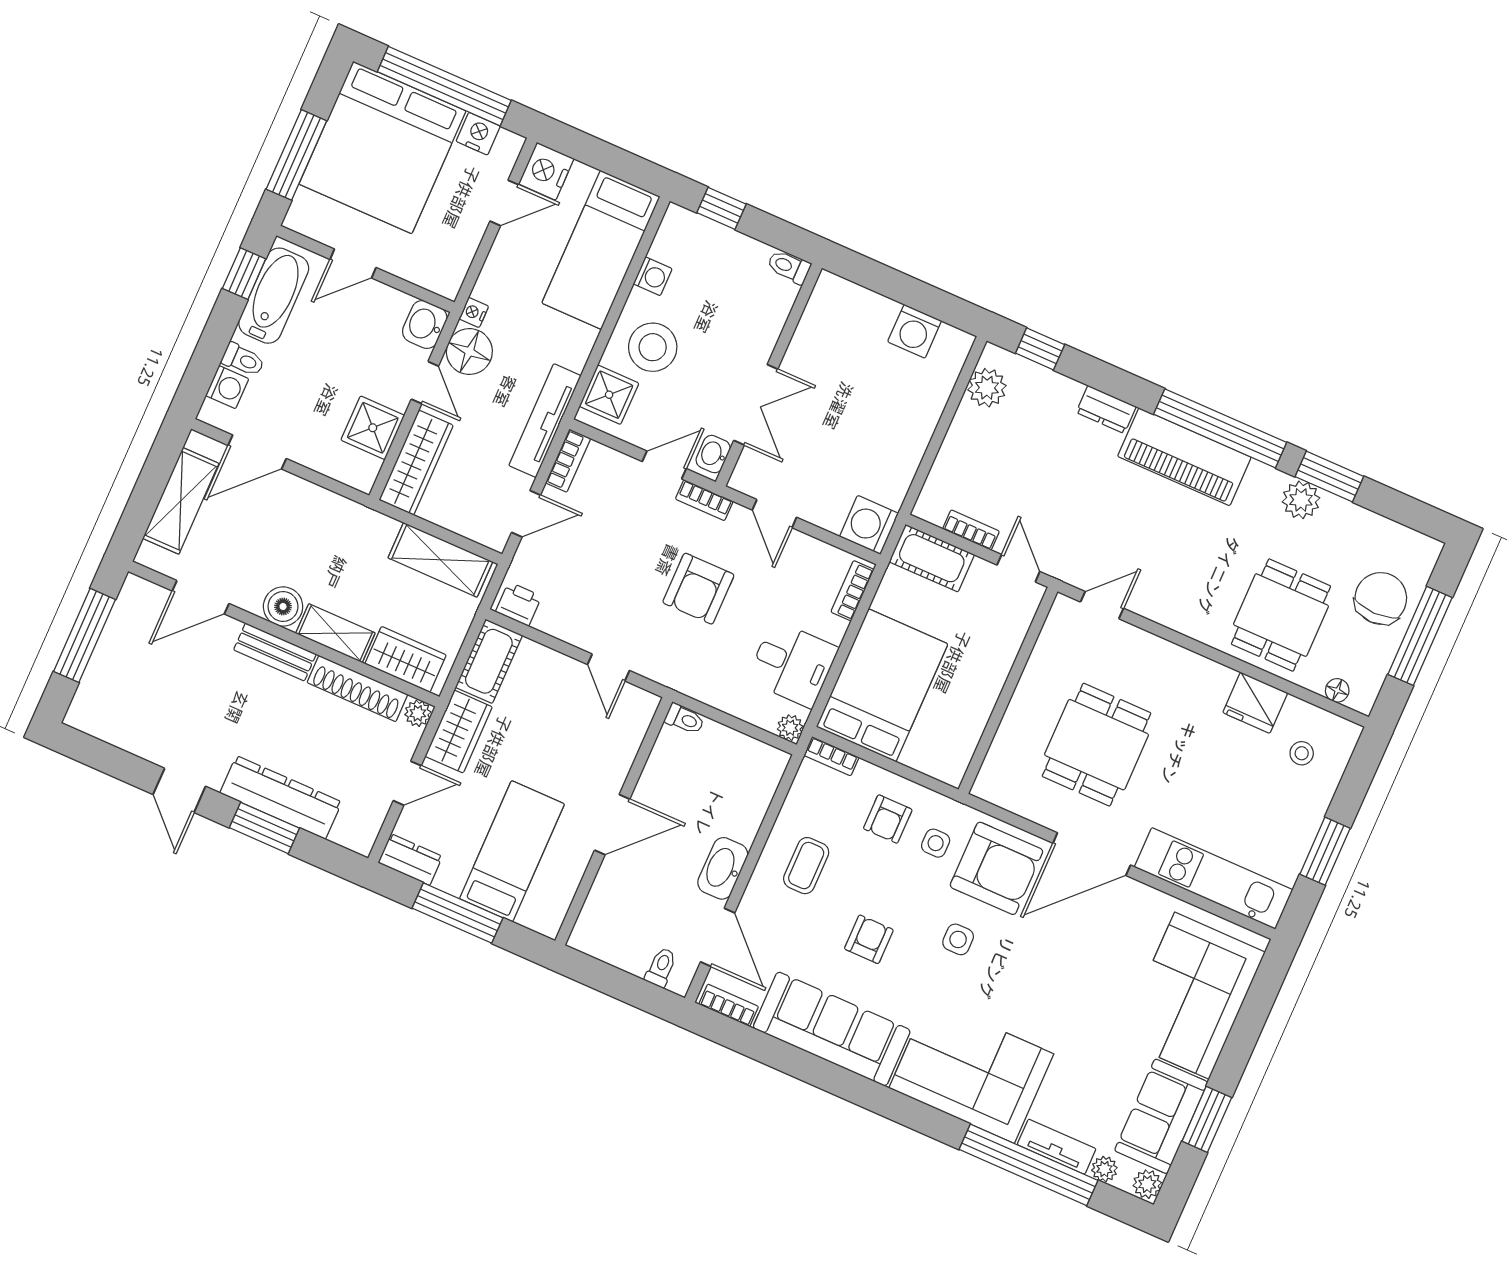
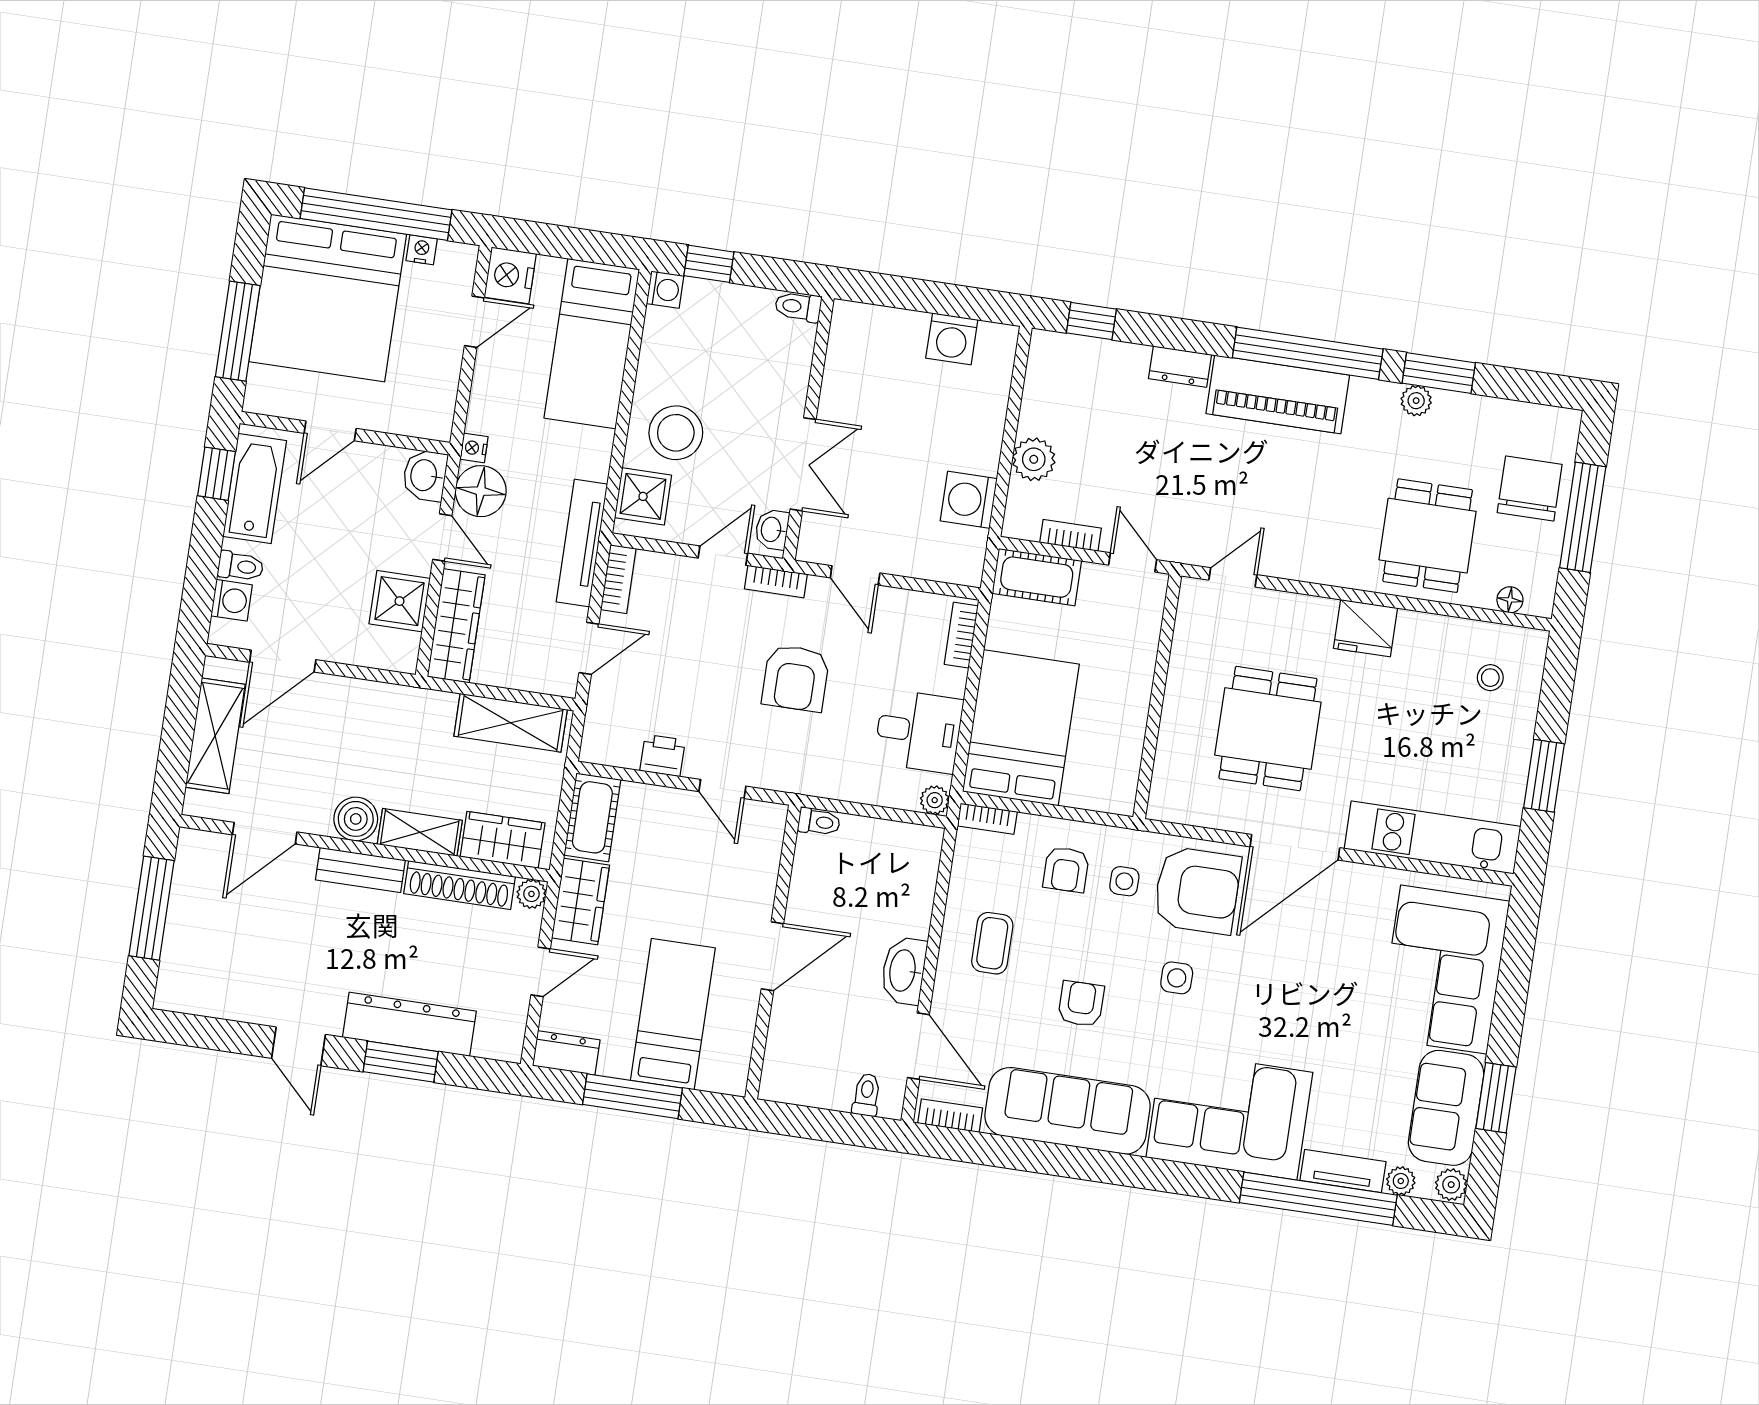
nightstand: (478, 134) -> (422, 250), width x0.72, depth x0.74
washing machine: (653, 276) -> (665, 290), moved
plant: (987, 388) -> (1034, 459), moved
plant: (1301, 500) -> (1416, 401), width x0.73, depth x0.73
washing machine: (869, 525) -> (969, 500), moved
printer: (519, 604) -> (663, 755), moved
fridge: (1255, 703) -> (1366, 628), moved

